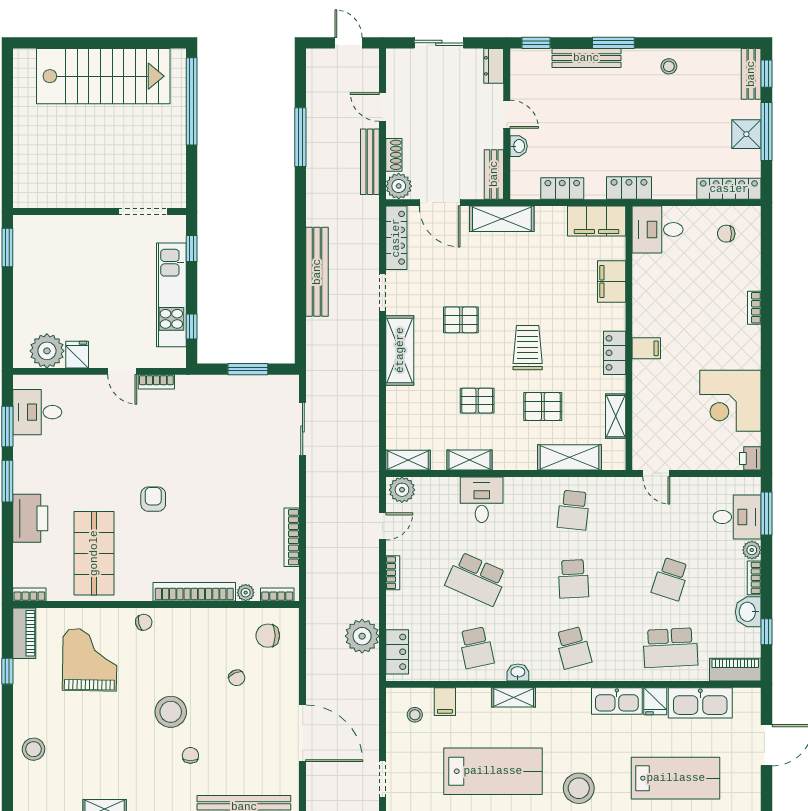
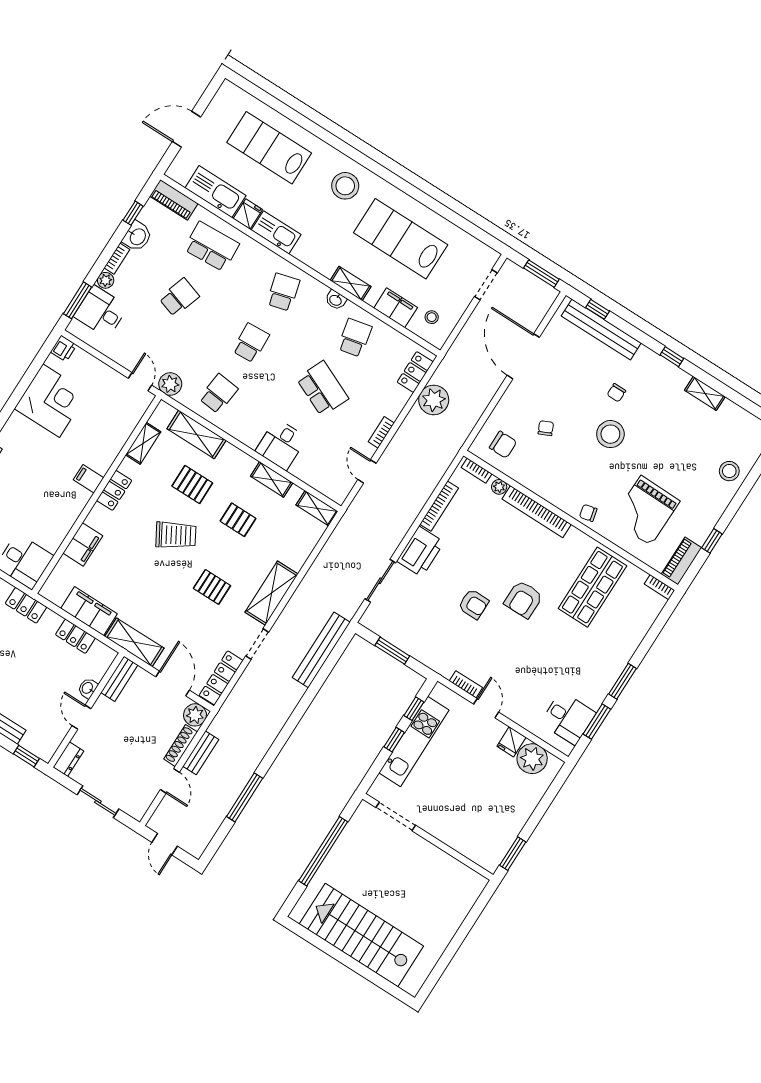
window: (192, 101) -> (323, 851), moved
shoe rack: (394, 155) -> (181, 746), width x1.43
bench: (370, 162) -> (201, 753), width x0.73
filing cabinet: (597, 221) -> (89, 611), moved
window: (192, 249) -> (394, 740), moved
bench: (317, 272) -> (321, 650), moved
trolley: (528, 348) -> (176, 535), turned -120
armchair: (198, 464) -> (473, 604), added
plant: (402, 490) -> (170, 384), moved
armchair: (153, 499) -> (523, 599), width x1.38, depth x1.38
printer: (30, 518) -> (420, 552), moved, turned 180
door: (382, 526) -> (367, 471), hinge flipped
filing cabinet: (445, 702) -> (396, 308), width x2.00

